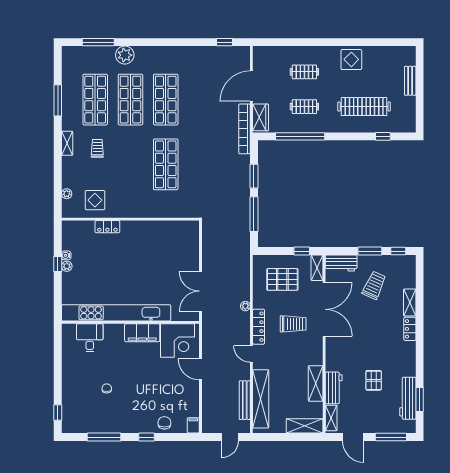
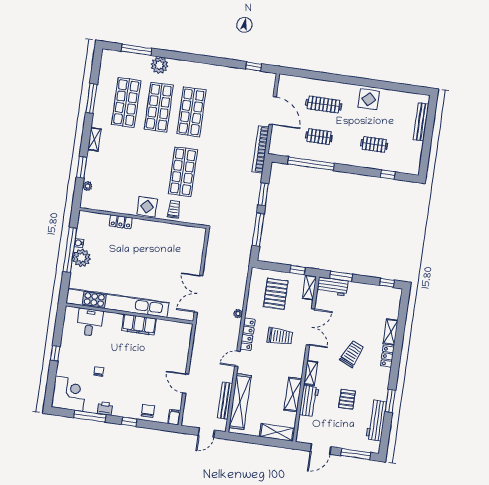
clothes rail: (304, 72) -> (324, 105), width x1.36
bench: (410, 81) -> (421, 122), width x1.36
door: (251, 86) -> (273, 111), swing flipped
clothes rail: (364, 107) -> (374, 144), width x0.54, depth x0.76
wardrobe: (261, 117) -> (277, 141), removed
trolley: (97, 148) -> (174, 209), moved
window: (58, 175) -> (82, 167), added
display table: (95, 200) -> (147, 207), moved
window: (370, 251) -> (341, 276), moved
window: (58, 264) -> (70, 250), width x3.17
plant: (67, 266) -> (82, 258), width x1.88, depth x1.88
pallet: (282, 279) -> (276, 294), turned 90
trolley: (374, 285) -> (352, 354), moved
double door: (324, 309) -> (310, 327), width x0.73
corner desk: (178, 341) -> (69, 394), moved, turned -90
door: (251, 354) -> (237, 359), hinge flipped
door: (200, 369) -> (186, 384), moved
window: (420, 399) -> (390, 401), moved
window: (58, 413) -> (55, 353), moved
shelving: (331, 418) -> (311, 373), moved
printer: (119, 427) -> (105, 408), added
door: (353, 437) -> (321, 449), hinge flipped

